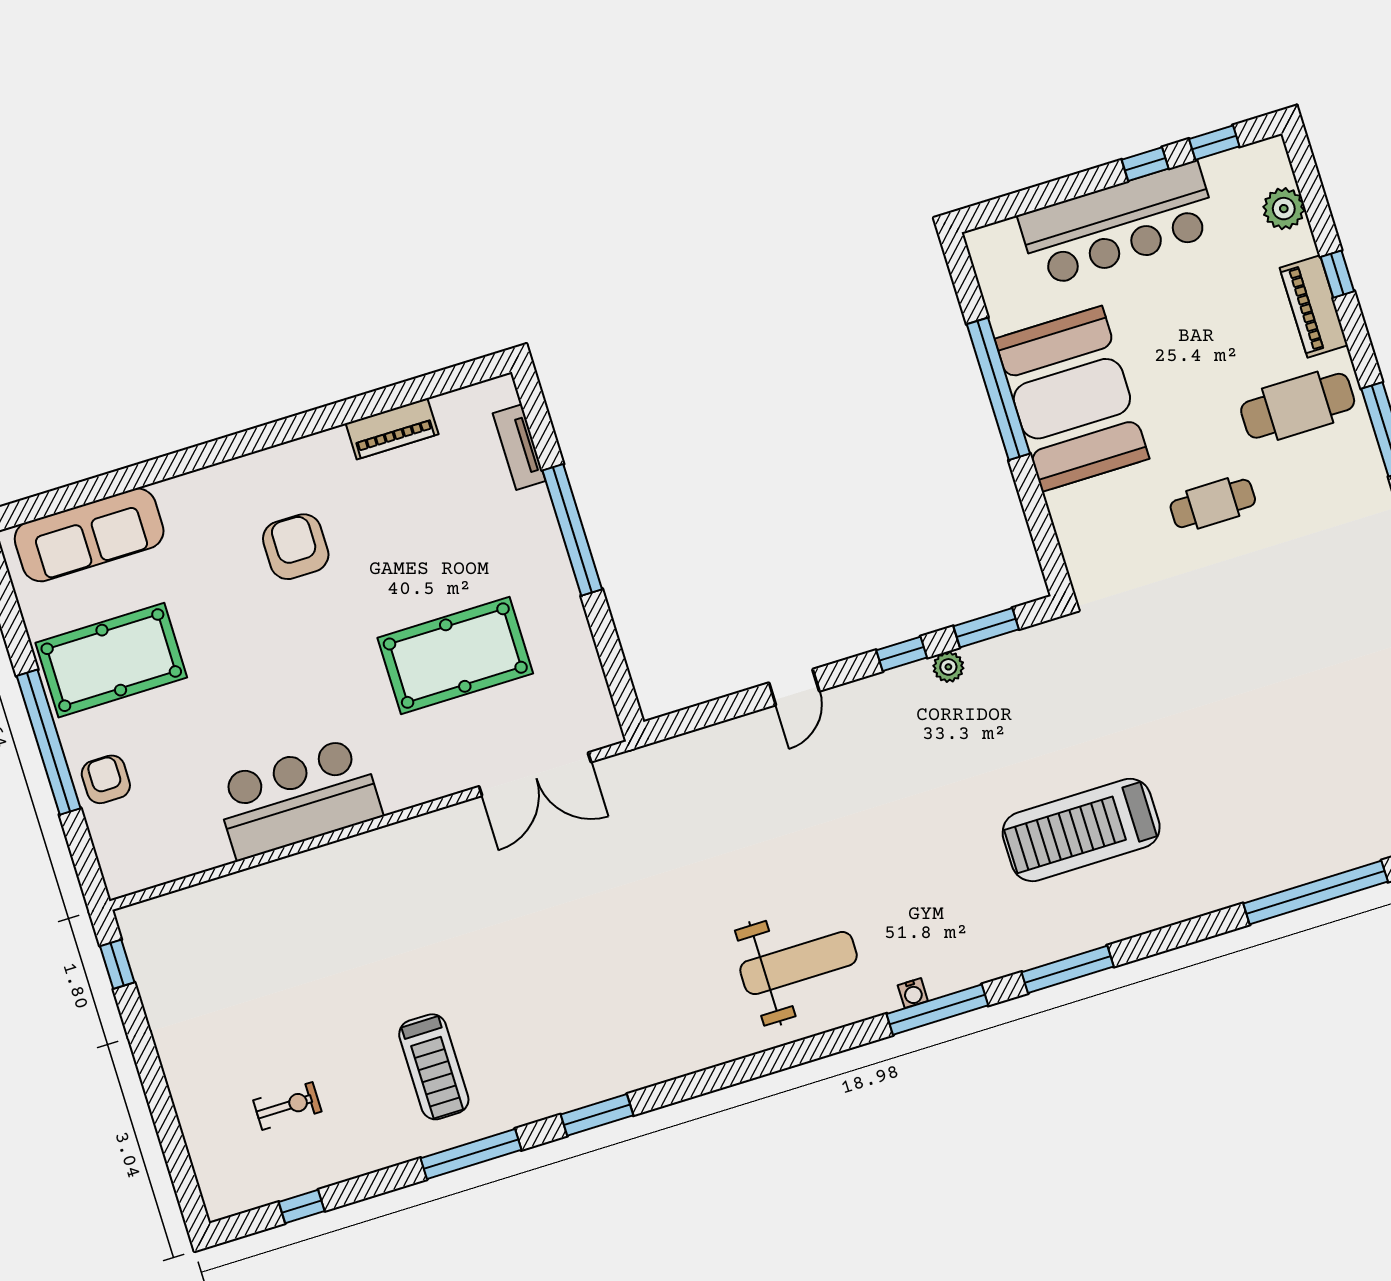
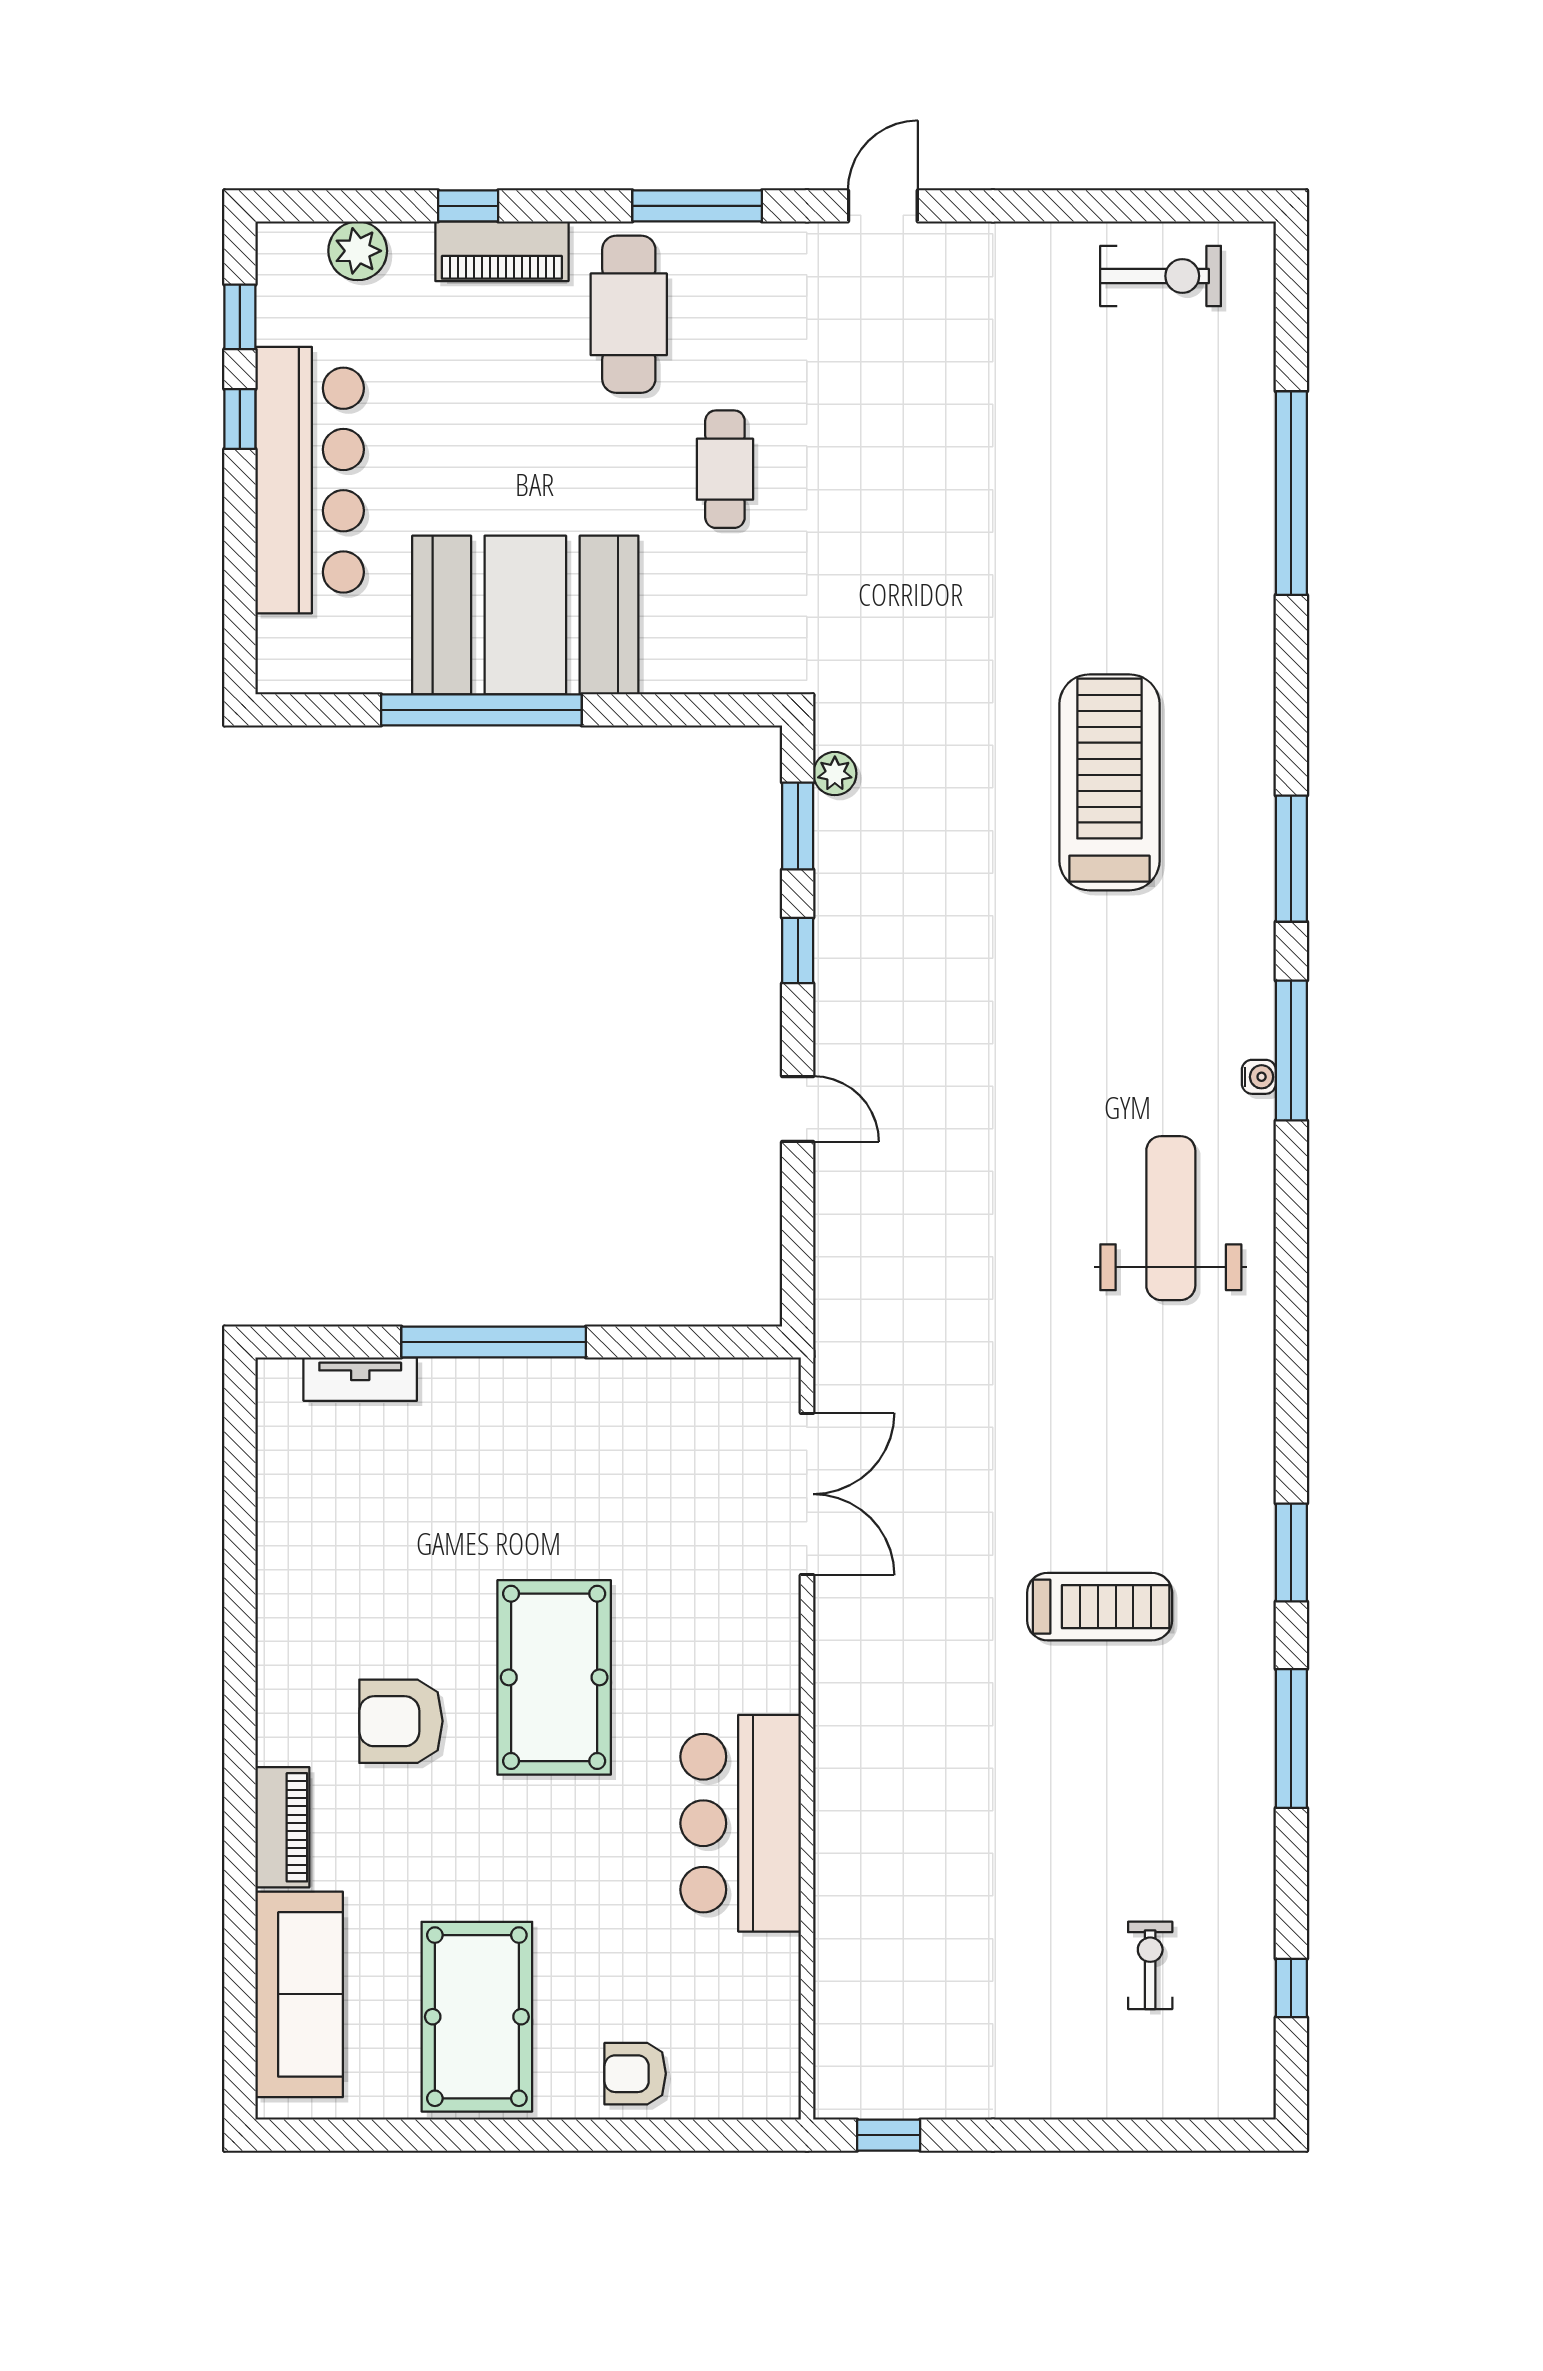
piano: (392, 429) -> (282, 1827), moved
pool table: (455, 656) -> (554, 1677), moved
plant: (948, 667) -> (835, 774), moved
window: (49, 742) -> (561, 2135), removed
treadmill: (1081, 830) -> (1109, 782), turned 180
treadmill: (434, 1067) -> (1100, 1607), moved

